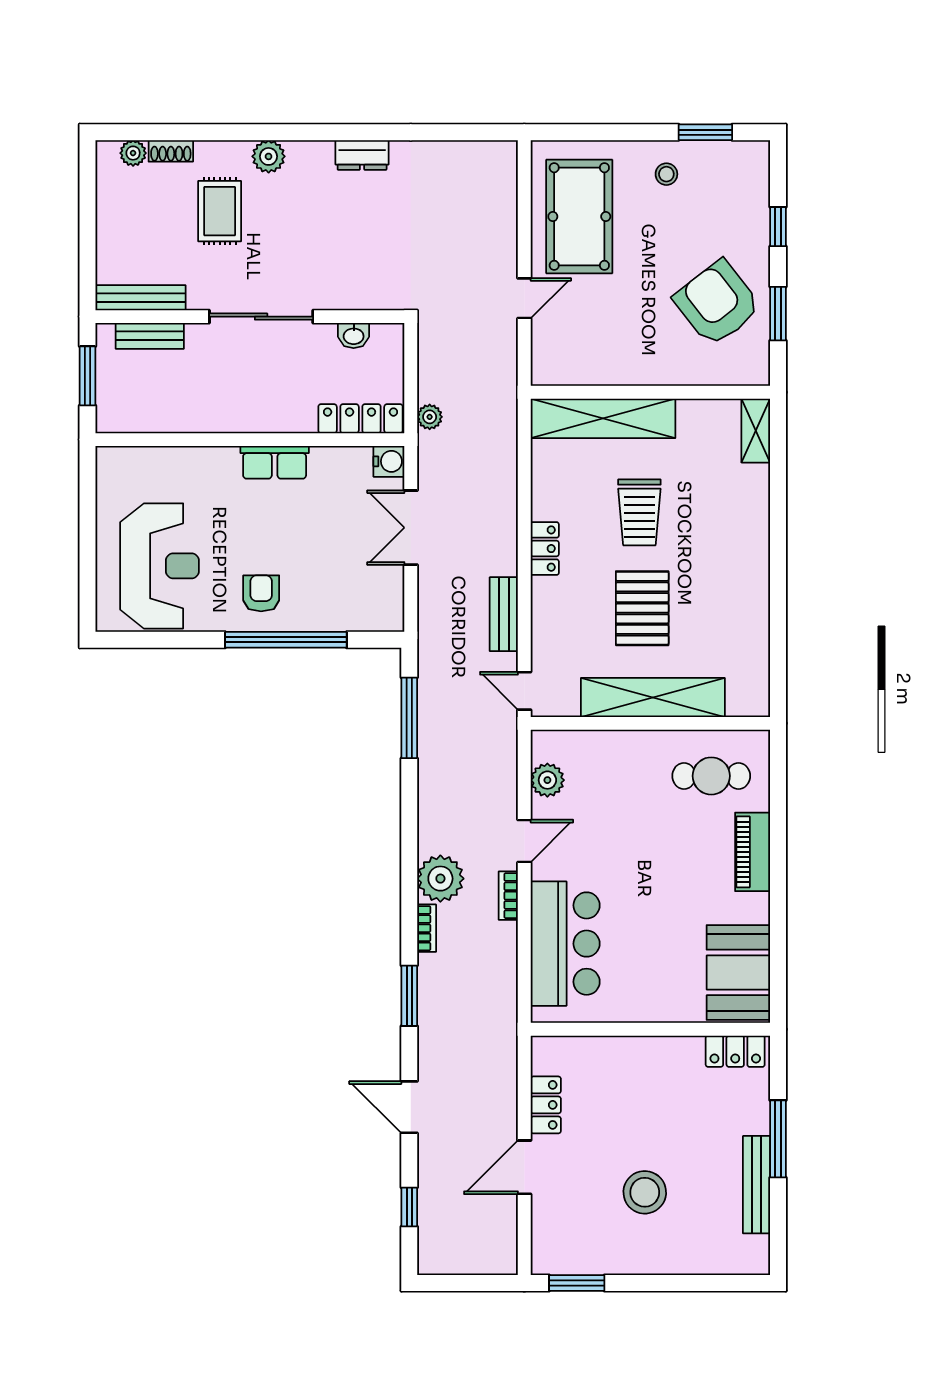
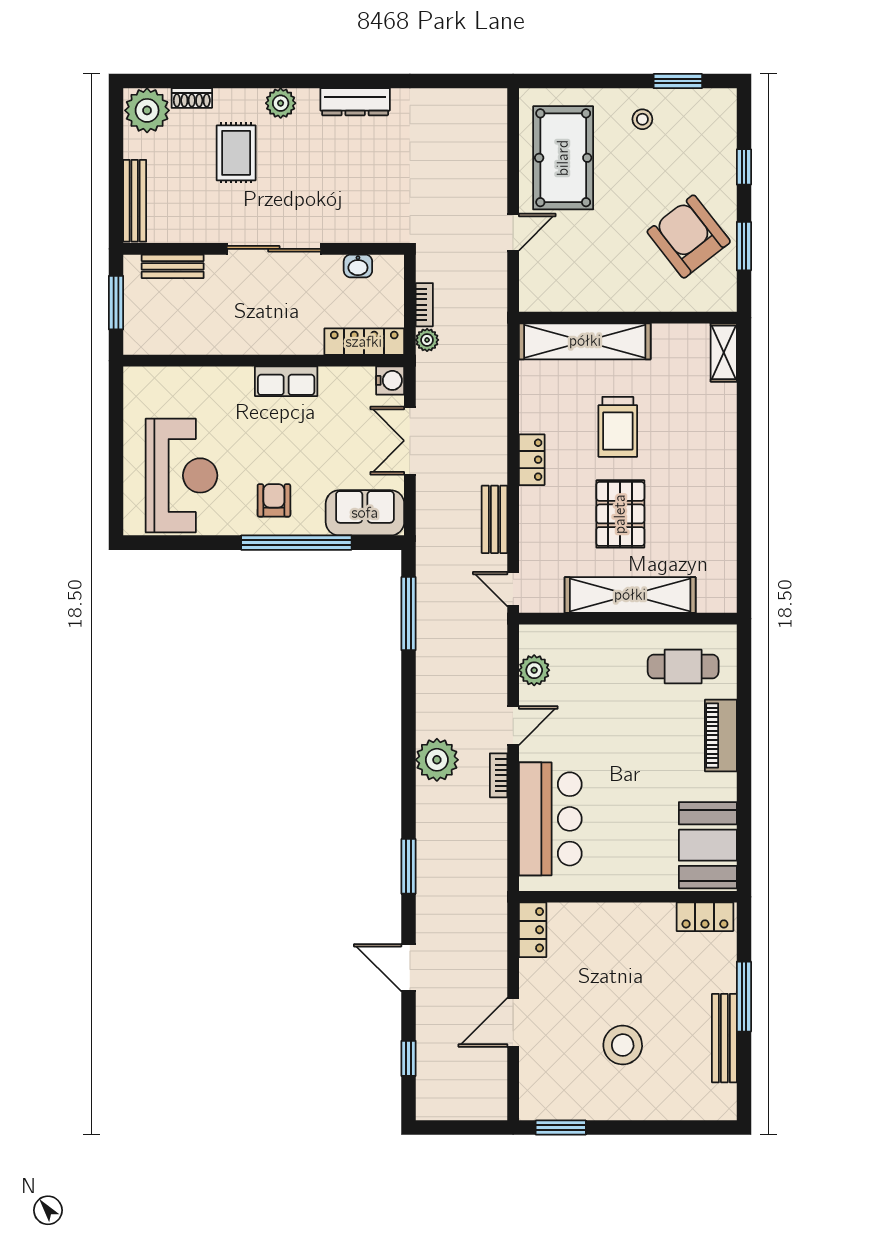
plant: (133, 153) -> (147, 110), width x1.88, depth x1.88
dresser: (362, 155) -> (355, 102), width x1.44
bench: (140, 298) -> (135, 201), moved, turned 90
sofa: (361, 607) -> (365, 513), added
bookcase: (427, 928) -> (424, 305), moved
locker: (546, 1105) -> (533, 930), moved

